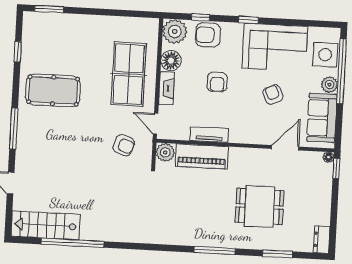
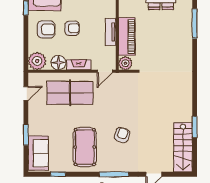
window: (49, 9) -> (26, 135), moved
door: (131, 14) -> (26, 93), added
window: (201, 17) -> (26, 43), removed
sofa: (48, 26) -> (38, 153), added
armchair: (208, 35) -> (46, 29), moved, turned -90
armchair: (124, 145) -> (122, 135), moved
window: (73, 243) -> (195, 127), width x0.47

